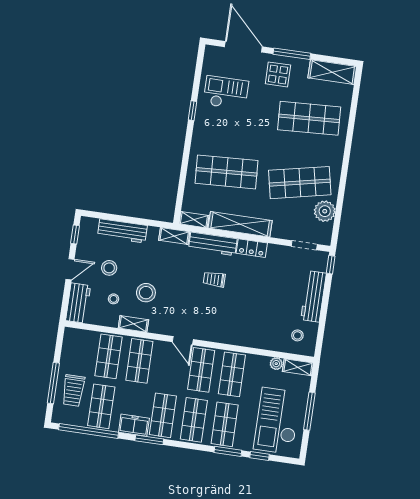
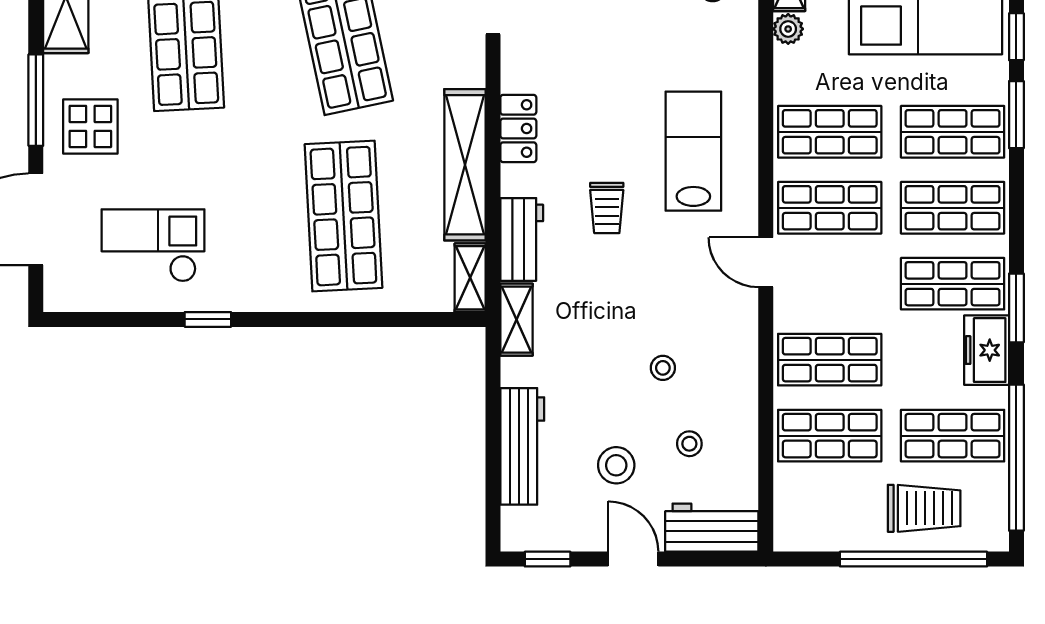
checkout: (226, 93) -> (153, 245), turned 90
workbench: (213, 244) -> (522, 239), width x0.73
stool: (146, 293) -> (663, 368), width x0.53, depth x0.53
lab bench: (232, 318) -> (693, 151), added
shelving: (133, 324) -> (743, 387), removed
door: (183, 341) -> (766, 262), swing flipped
window: (53, 383) -> (913, 559), width x1.46

